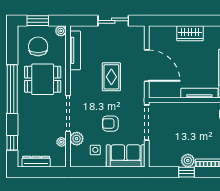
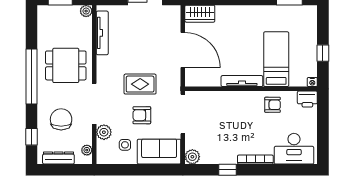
wardrobe: (190, 33) -> (200, 14), moved
chair: (38, 46) -> (61, 119), moved
rug: (111, 77) -> (140, 84), moved, turned 90
plant: (61, 142) -> (87, 150), moved
plant: (188, 160) -> (192, 157), moved

